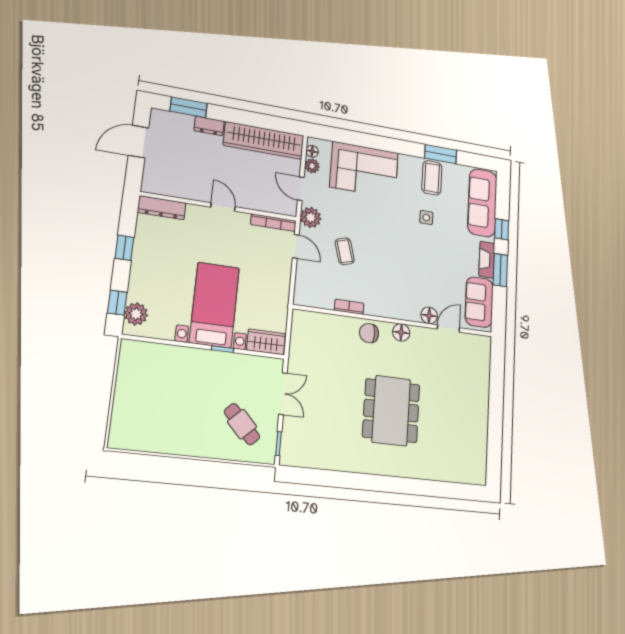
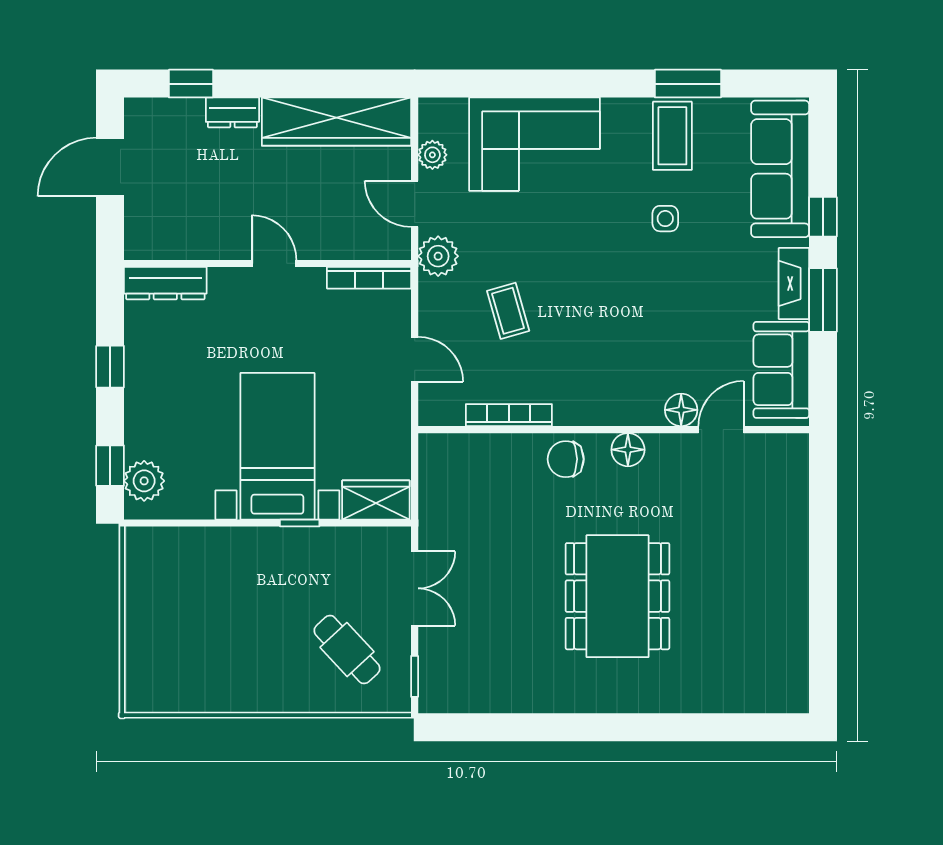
window: (188, 107) -> (191, 84), width x0.67
floor lamp: (312, 151) -> (430, 126), removed
door: (296, 246) -> (415, 359), moved
bookcase: (349, 307) -> (509, 415), width x1.56

